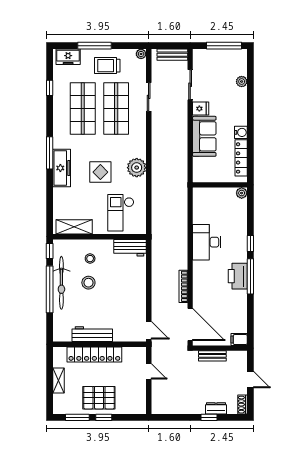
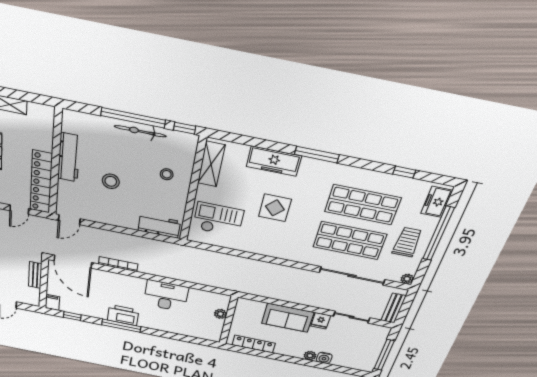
window: (94, 46) -> (438, 234), width x1.46
plant: (242, 82) -> (310, 356), moved
sliding door: (149, 97) -> (352, 276), width x1.86
water cooler: (241, 132) -> (324, 358), moved
freezer: (62, 168) -> (274, 161), moved
plant: (137, 168) -> (270, 247), removed
plant: (242, 193) -> (220, 314), moved
window: (250, 244) -> (72, 316), moved
workbench: (130, 248) -> (159, 226), moved, turned 90
bicycle: (61, 283) -> (140, 131), width x0.73, depth x0.71
stool: (88, 283) -> (111, 181), moved
door: (190, 324) -> (73, 262), hinge flipped
locker: (94, 355) -> (41, 182), moved

